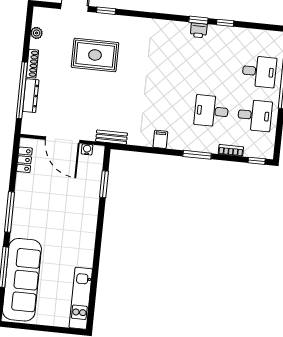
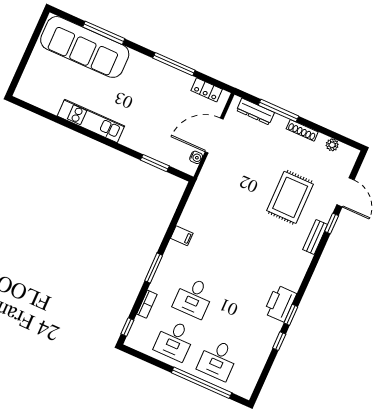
printer: (199, 30) -> (280, 303), width x1.87, depth x1.48
window: (22, 90) -> (279, 111), width x0.68
dresser: (31, 96) -> (255, 111), moved
desk: (211, 111) -> (194, 298), turned 180
bench: (112, 137) -> (315, 237), moved
window: (9, 212) -> (174, 64), moved
kitchen unit: (81, 298) -> (91, 121), moved

